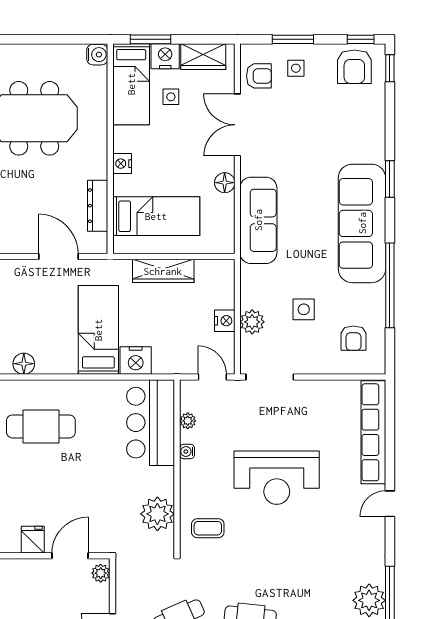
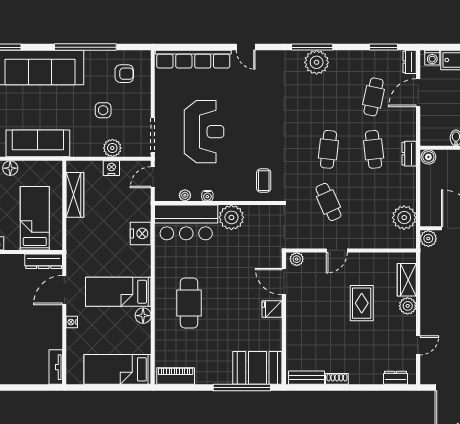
dresser: (98, 206) -> (44, 261), moved
nightstand: (15, 267) -> (72, 322), added
wardrobe: (163, 271) -> (75, 195), moved
bed: (98, 330) -> (118, 292), moved
reception desk: (277, 478) -> (204, 132), moved
plant: (157, 514) -> (231, 217), moved

